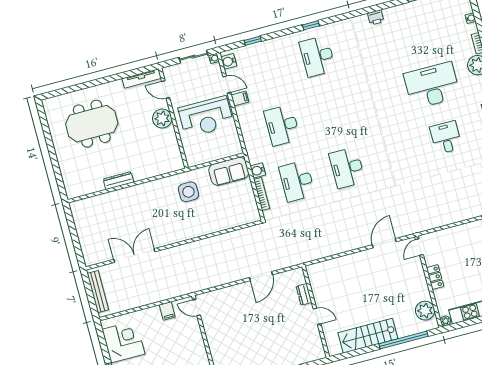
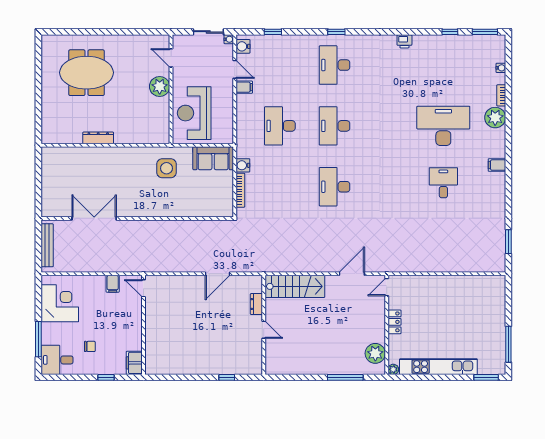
tv unit: (142, 78) -> (150, 40), removed
reception desk: (206, 117) -> (194, 113), moved, turned 90
desk: (297, 181) -> (335, 126), moved
stairs: (368, 336) -> (295, 286), moved, turned 180
window: (404, 340) -> (345, 377), width x0.68

